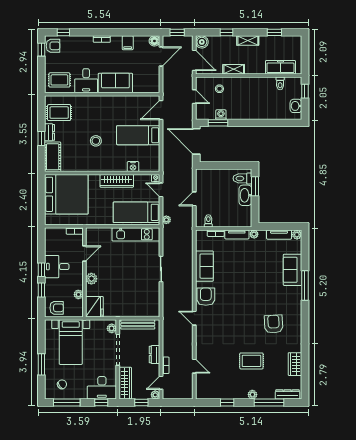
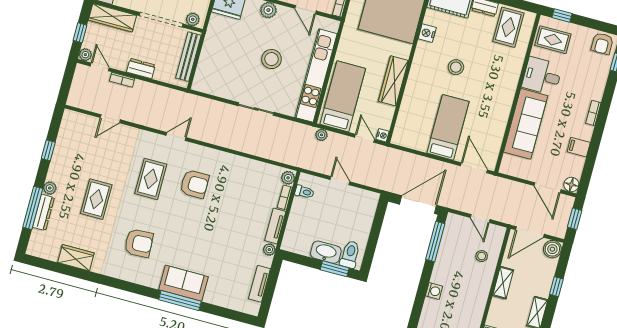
window: (41, 50) -> (562, 16), moved
rug: (59, 80) -> (553, 40), turned 90
sofa: (115, 83) -> (526, 124), width x1.36
door: (194, 97) -> (480, 219), hinge flipped
washing machine: (221, 115) -> (434, 291), moved
window: (218, 123) -> (435, 242), width x1.44
nightstand: (133, 167) -> (427, 33), moved
door: (161, 190) -> (365, 138), hinge flipped
kitchen unit: (136, 234) -> (316, 76), width x1.36
plant: (297, 235) -> (288, 178), moved
sofa: (204, 266) -> (244, 170), removed
stool: (124, 268) -> (272, 59), added
sofa: (293, 270) -> (183, 283), moved
armchair: (206, 297) -> (195, 184), moved
rug: (228, 328) -> (151, 179), added
dresser: (288, 394) -> (43, 212), moved

